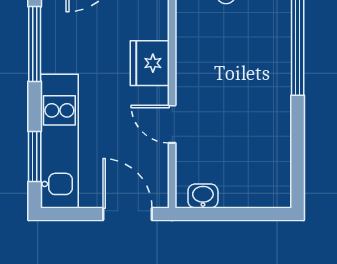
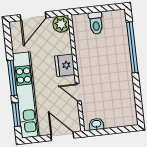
window: (35, 44) -> (12, 78), moved
kitchen unit: (59, 141) -> (26, 95), width x1.36

